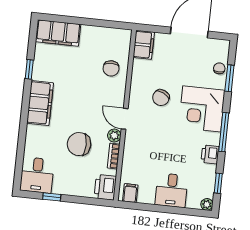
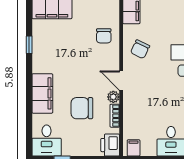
chair: (161, 98) -> (140, 49), moved
filing cabinet: (40, 103) -> (42, 93), moved

